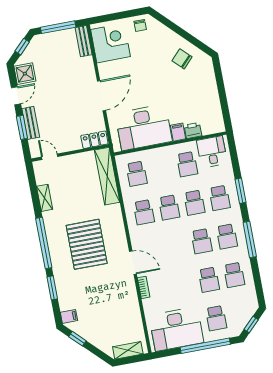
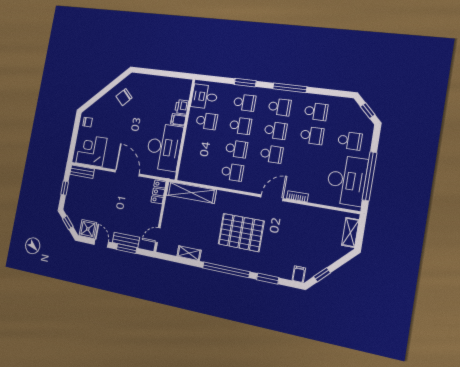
window: (58, 27) -> (65, 188), width x0.46
school desk: (137, 174) -> (272, 154), moved
window: (205, 346) -> (369, 176), moved

